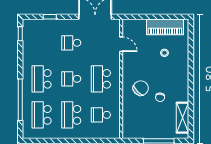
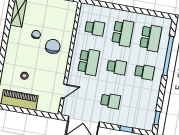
door: (121, 44) -> (64, 91), swing flipped
school desk: (42, 79) -> (145, 72), width x0.54
chair: (141, 88) -> (53, 46), turned 135

